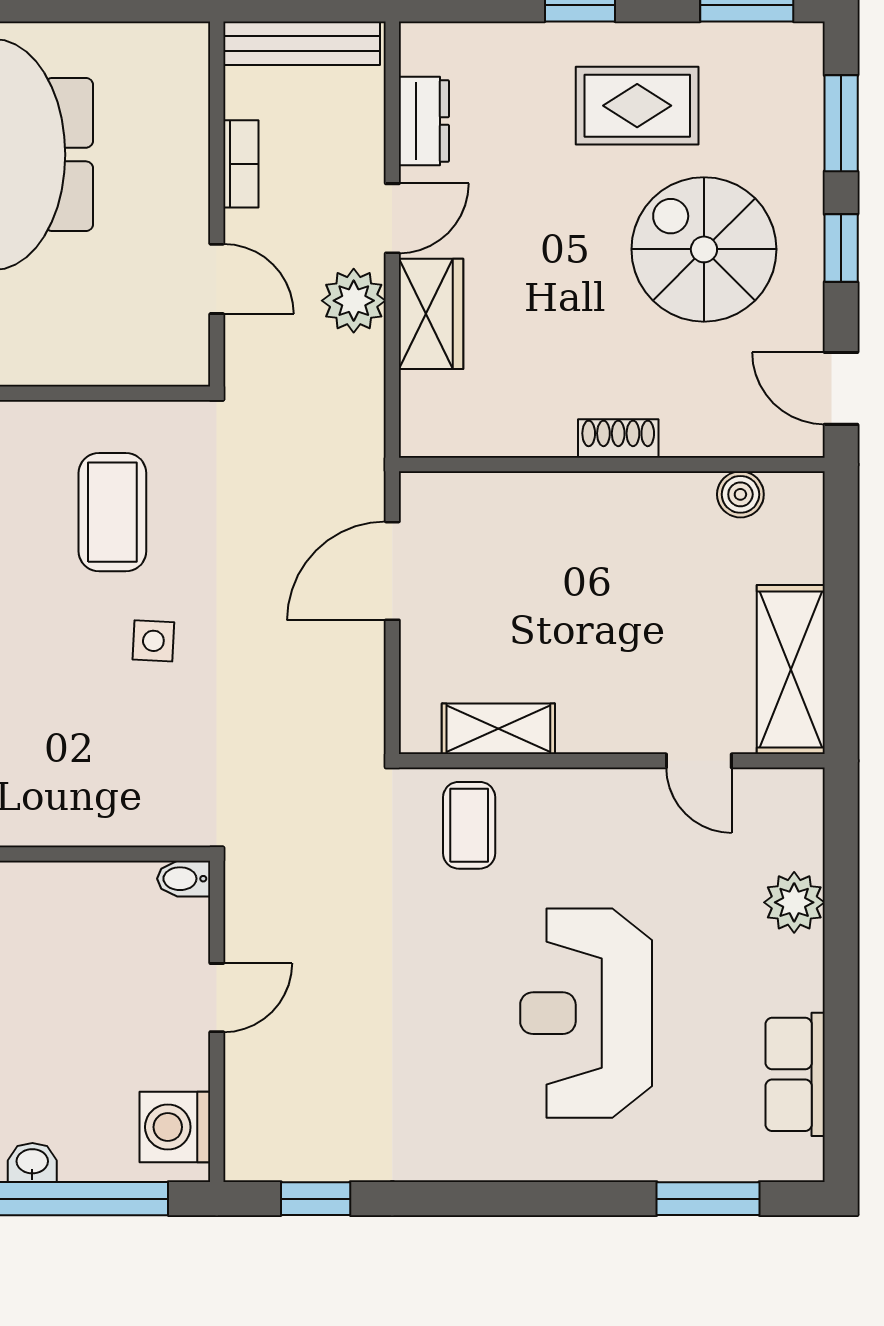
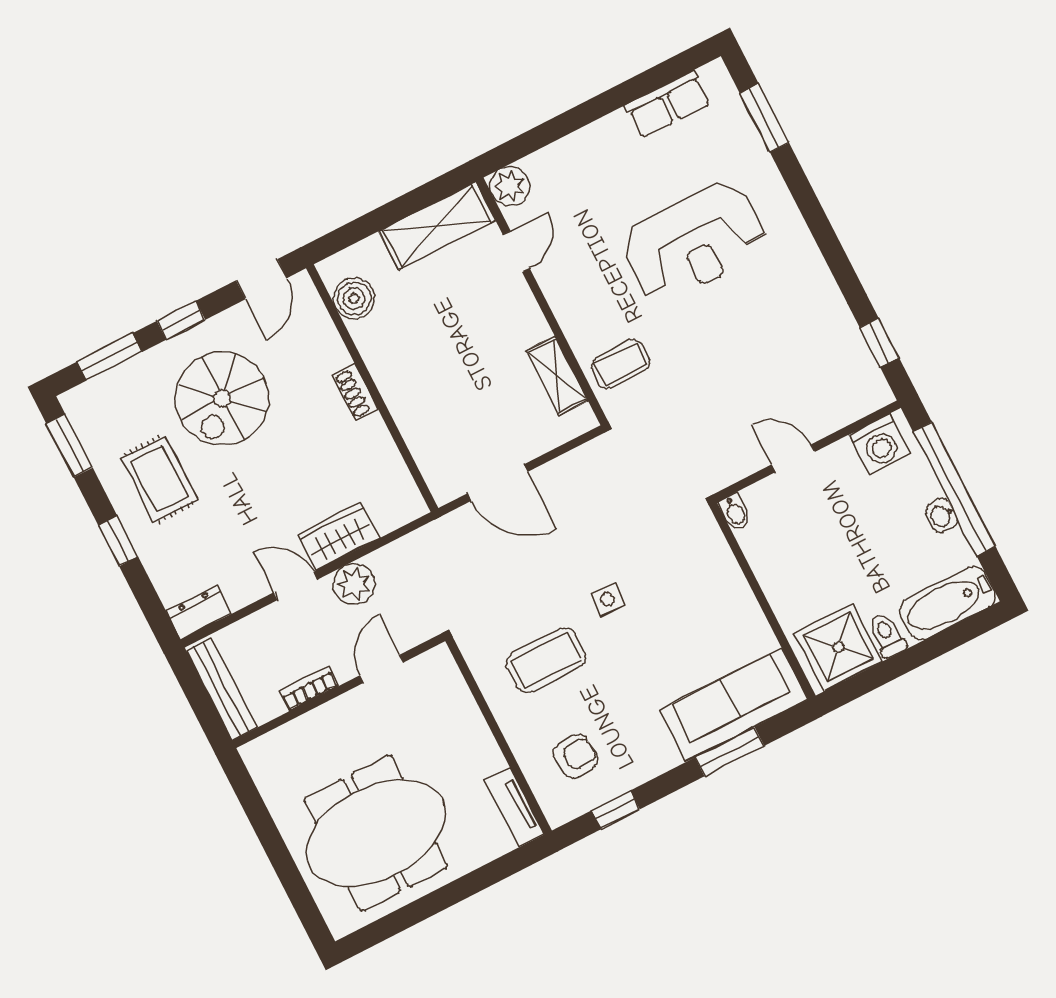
dresser: (424, 121) -> (199, 613), moved
boiler: (740, 494) -> (354, 298), width x1.36, depth x1.36
plant: (794, 902) -> (510, 186), moved

